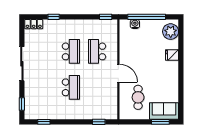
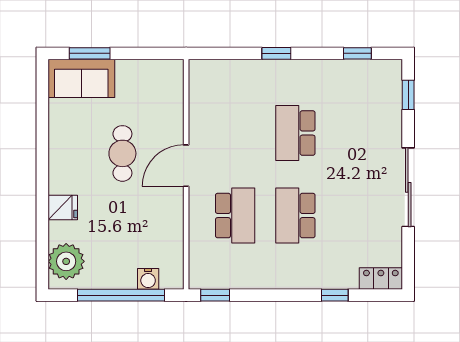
door: (118, 73) -> (186, 166), hinge flipped
cafe table: (138, 97) -> (122, 153), moved
window: (99, 122) -> (276, 53), moved

